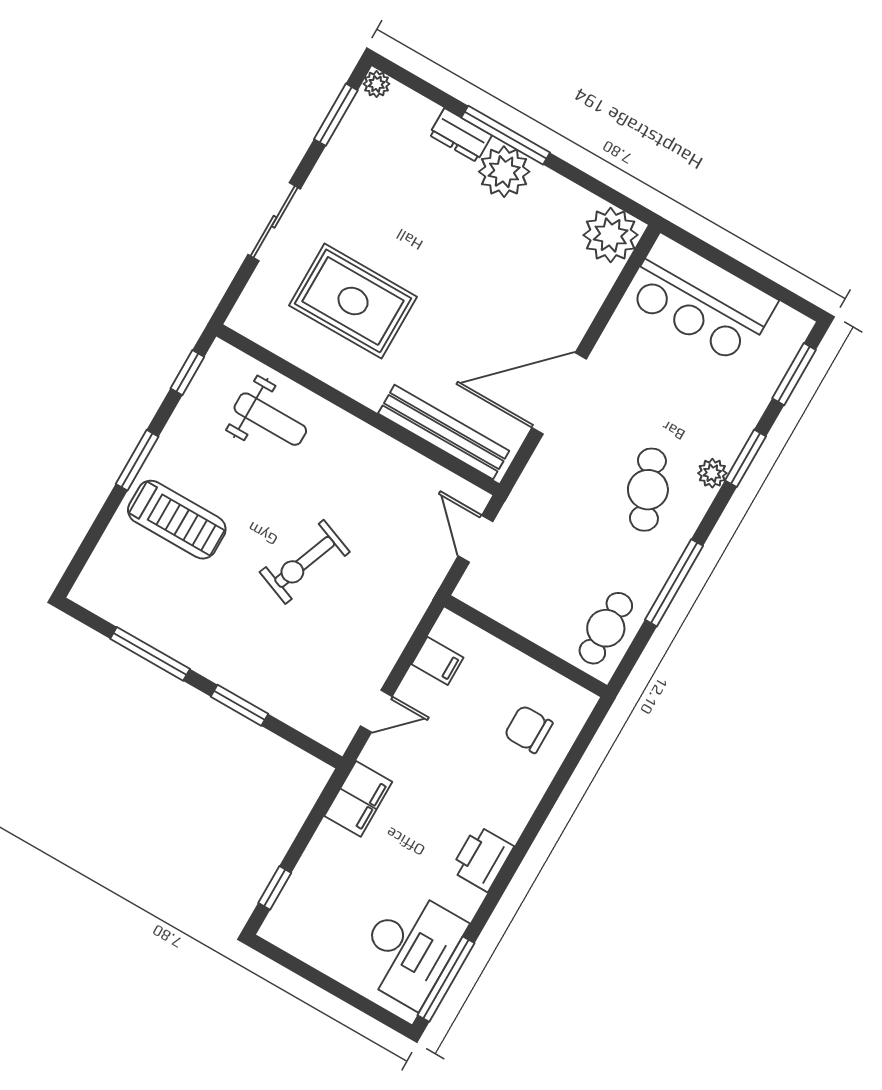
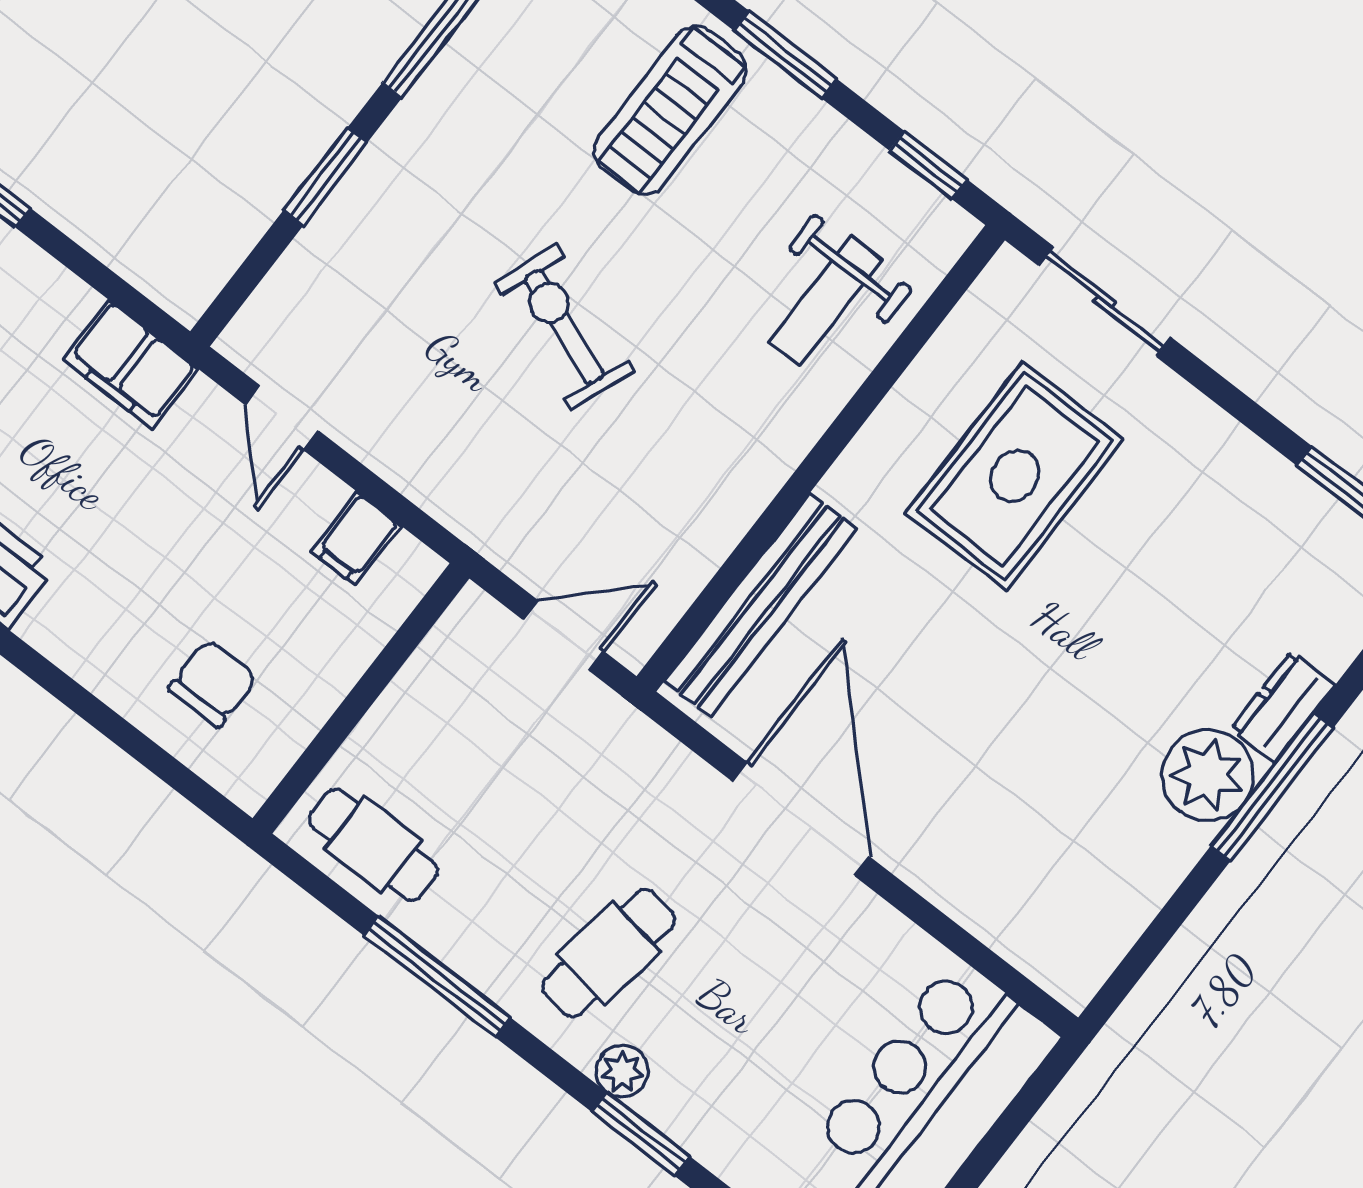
sliding door: (274, 222) -> (1105, 301), moved
plant: (611, 235) -> (1069, 949), removed
cafe table: (648, 490) -> (609, 953), turned -59

